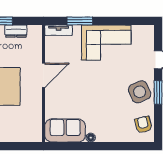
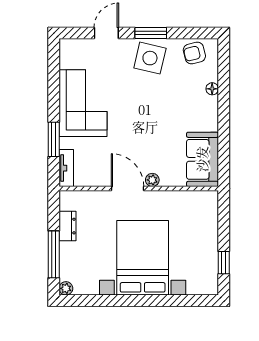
side table: (140, 92) -> (150, 58), turned 37
plant: (50, 94) -> (152, 180), added
floor lamp: (91, 138) -> (212, 89), moved

